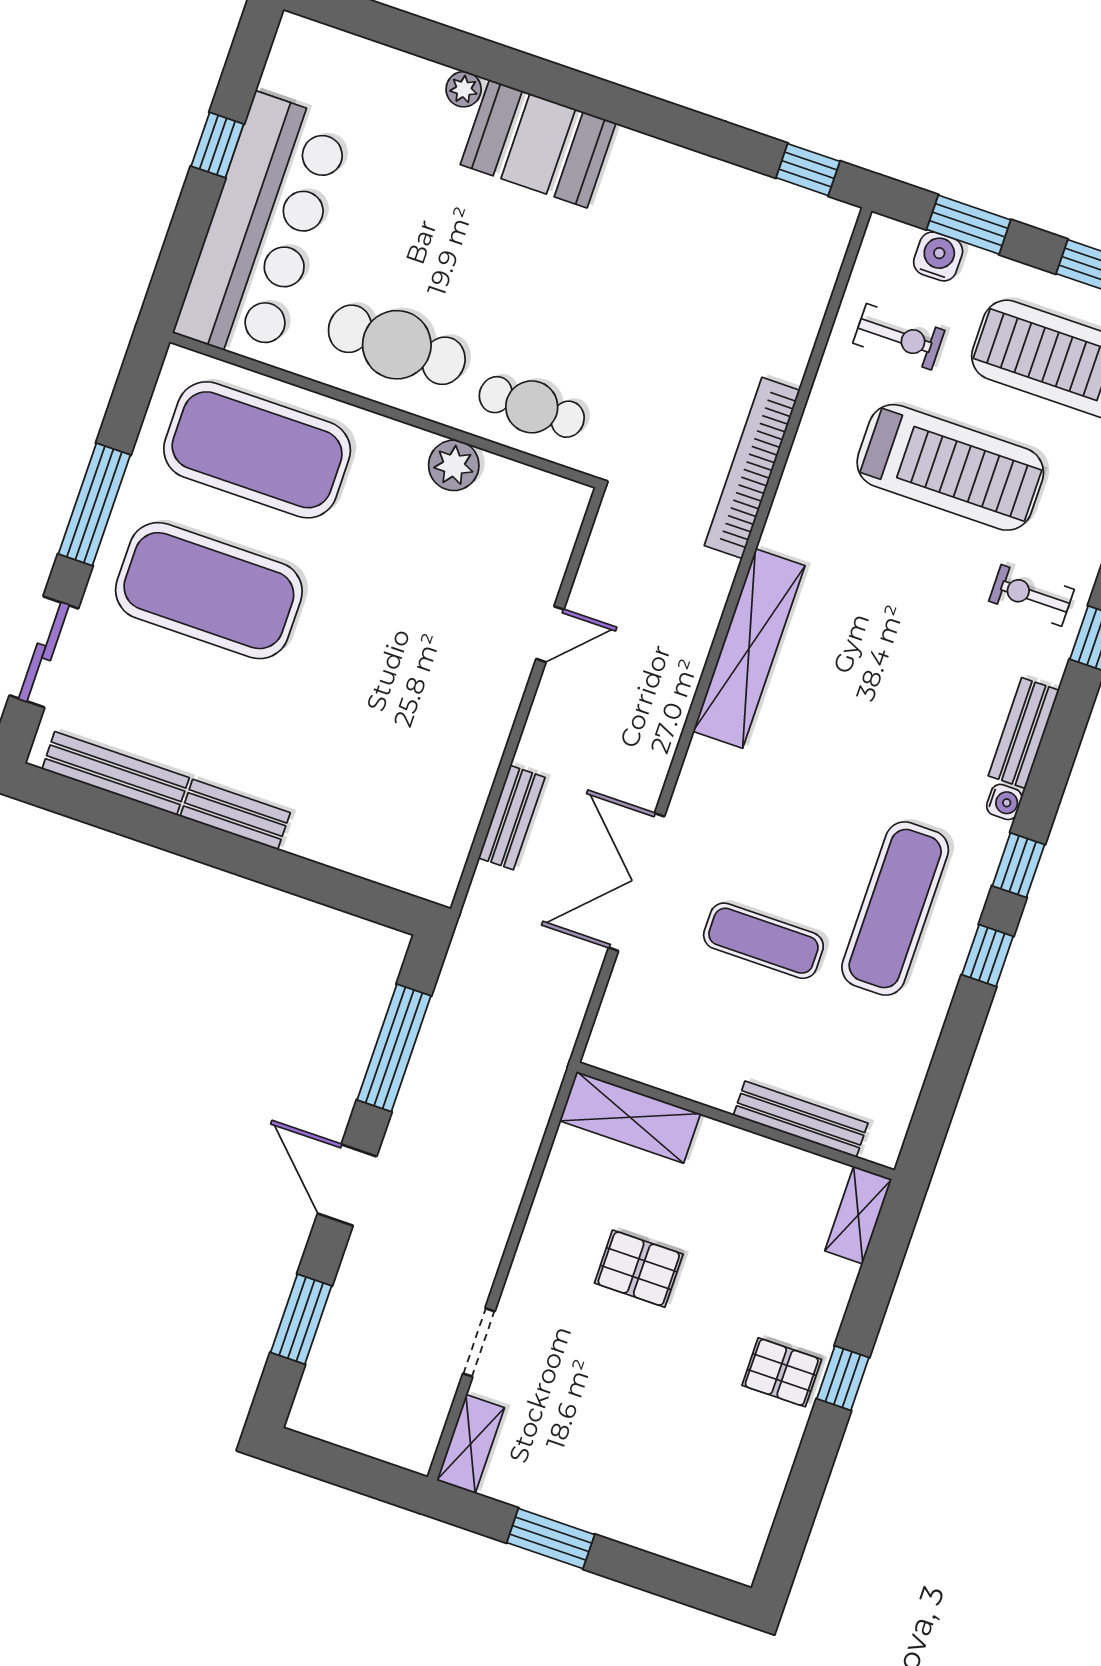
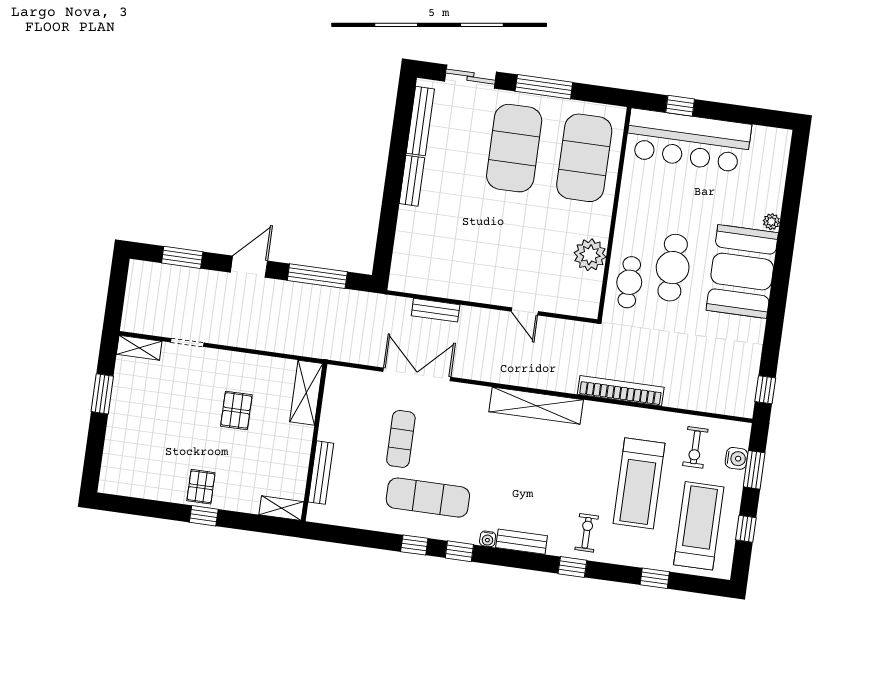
booth: (538, 144) -> (742, 272), width x1.36, depth x1.42
window: (217, 145) -> (680, 106), moved
cafe table: (397, 345) -> (673, 268), moved
plant: (454, 465) -> (590, 255), width x1.36, depth x1.36

